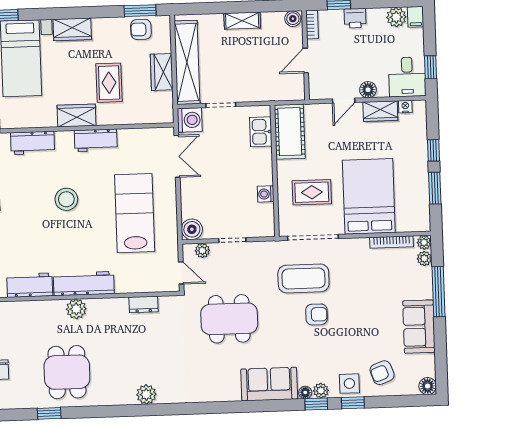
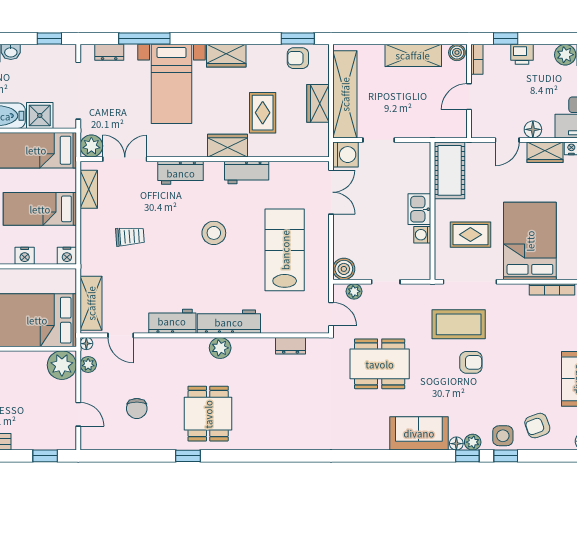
shelving: (242, 21) -> (413, 55), width x1.50, depth x1.33
kitchen sink: (261, 132) -> (419, 209), moved
plant: (146, 394) -> (290, 440), removed

